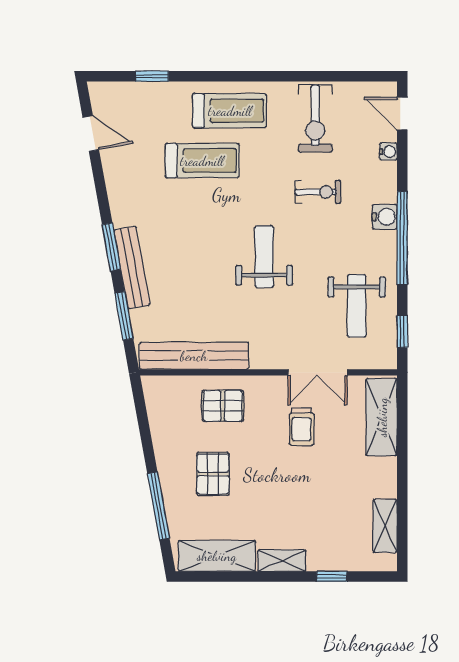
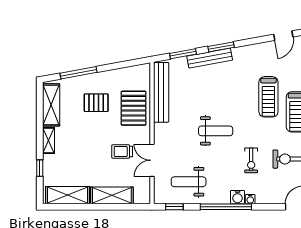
water cooler: (388, 152) -> (250, 199), moved
pallet: (223, 406) -> (134, 108), width x1.50, depth x1.42
shelving: (382, 417) -> (112, 195), moved
shelving: (385, 526) -> (68, 195), width x1.50, depth x1.33

